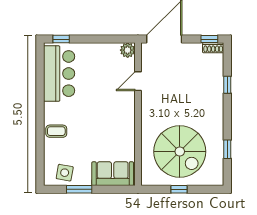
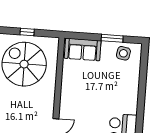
coffee table: (56, 131) -> (128, 89), removed

